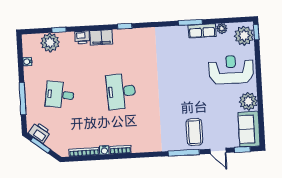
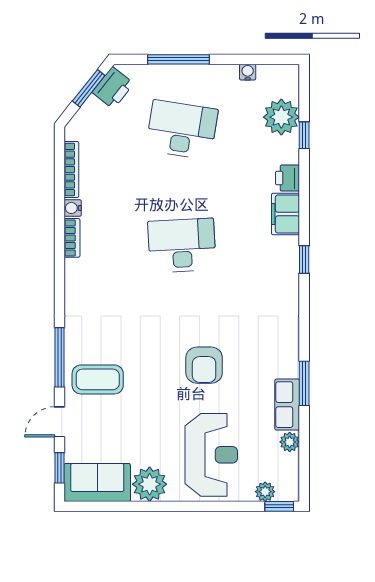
plant: (244, 36) -> (265, 492), width x0.53, depth x0.53
armchair: (184, 76) -> (204, 365), added
desk: (60, 95) -> (182, 130), width x1.37

